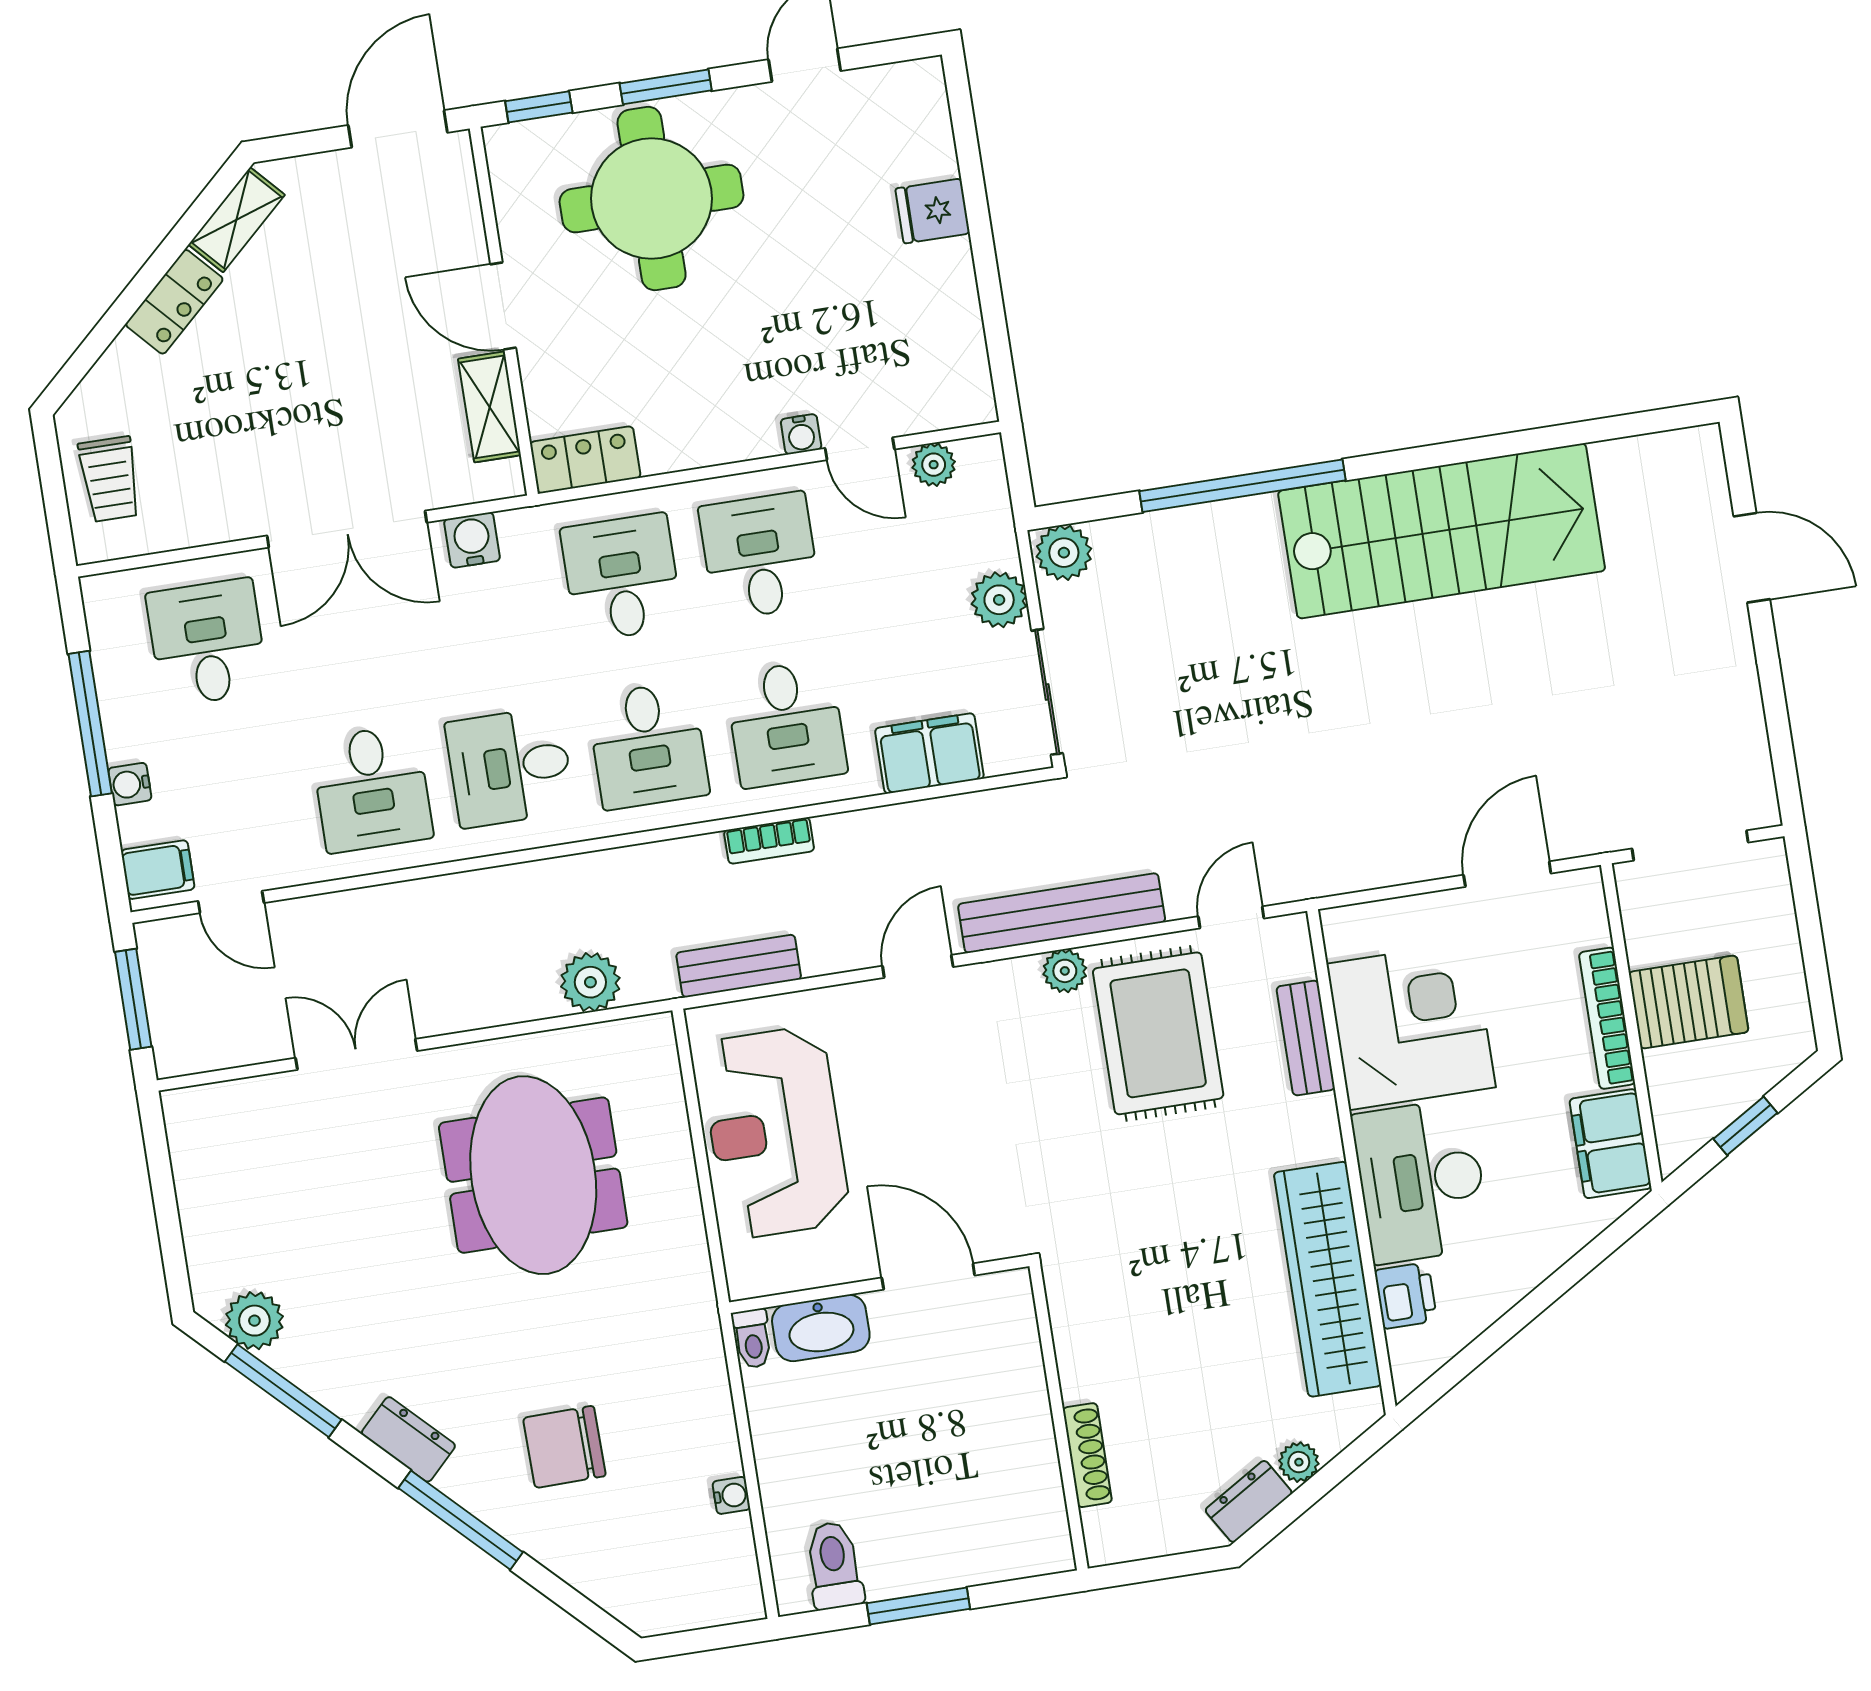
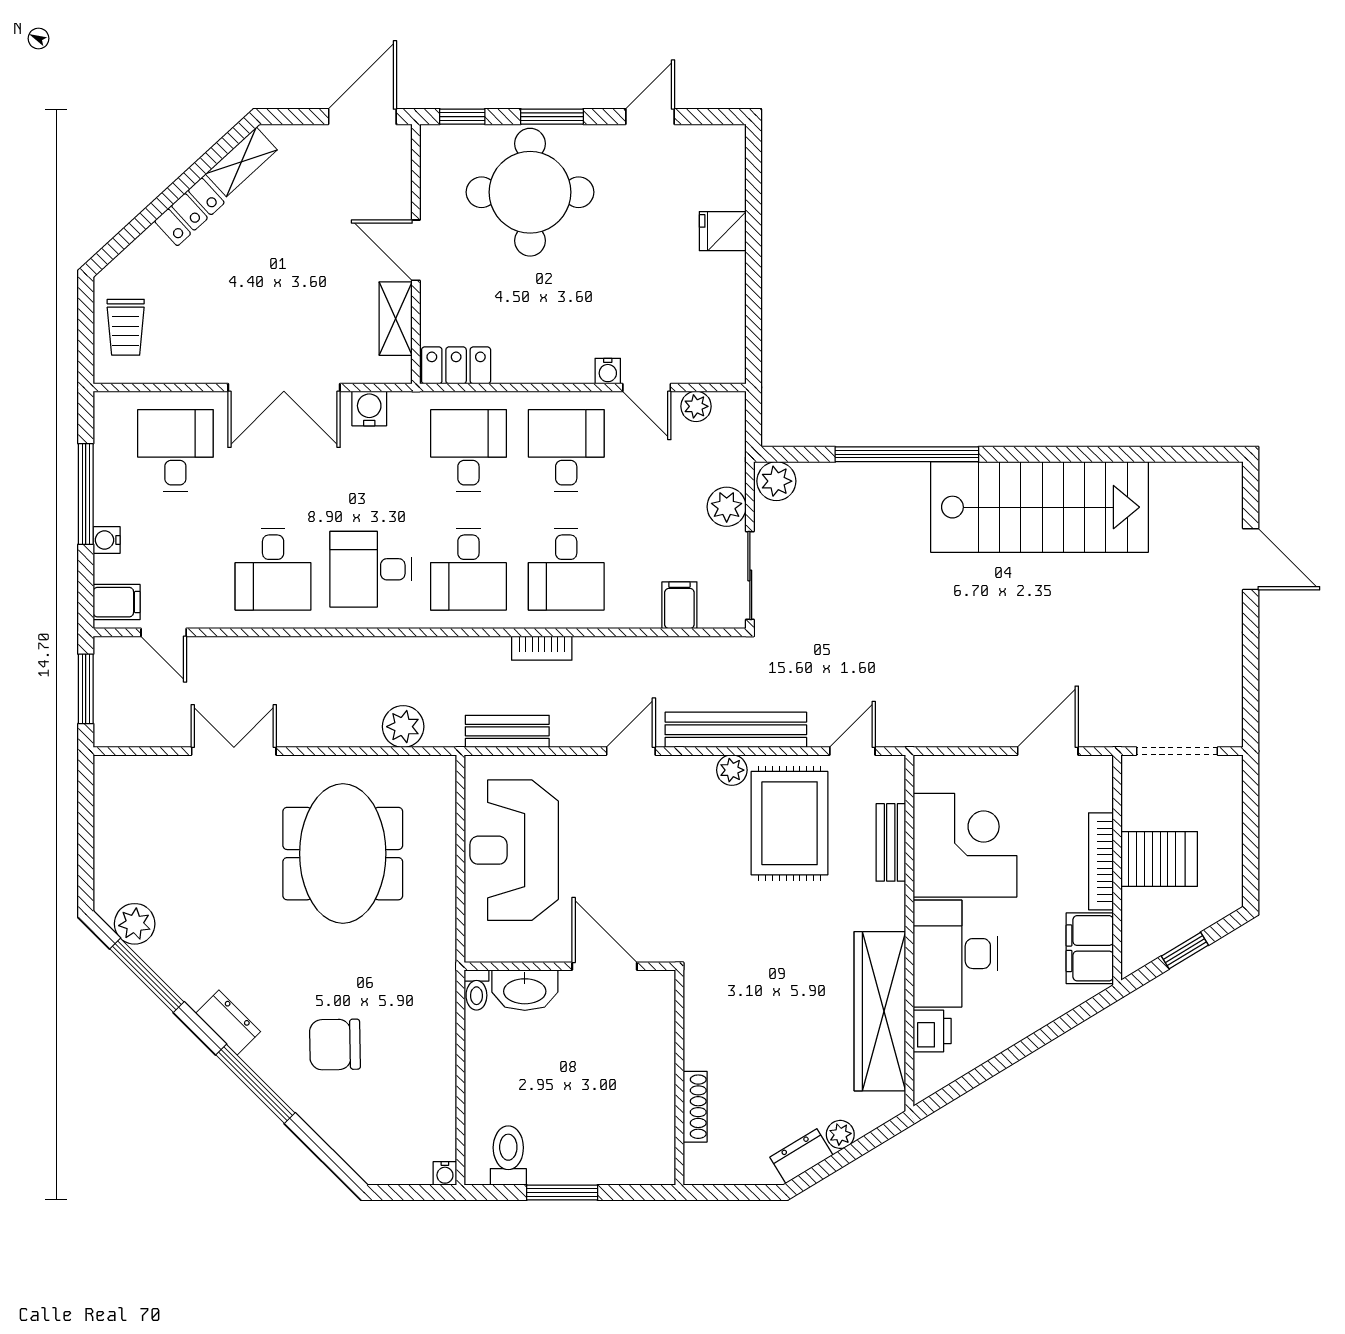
filing cabinet: (929, 753) -> (679, 605), width x0.50
water cooler: (731, 1495) -> (445, 1173), moved, turned 90

